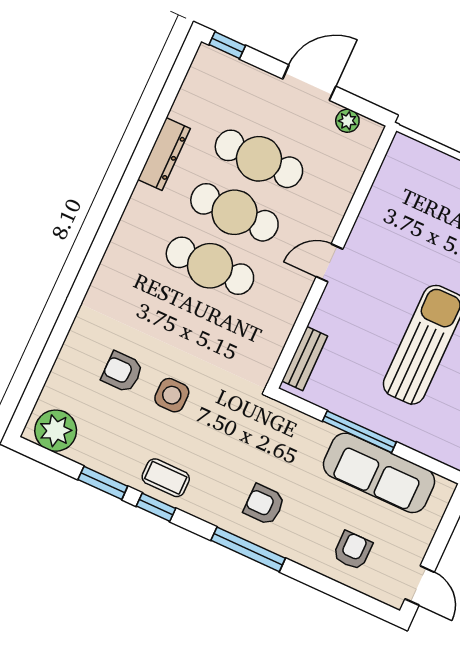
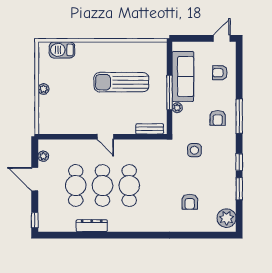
side table: (172, 395) -> (194, 150), moved
plant: (322, 433) -> (177, 108), added
coffee table: (166, 478) -> (225, 164), removed

